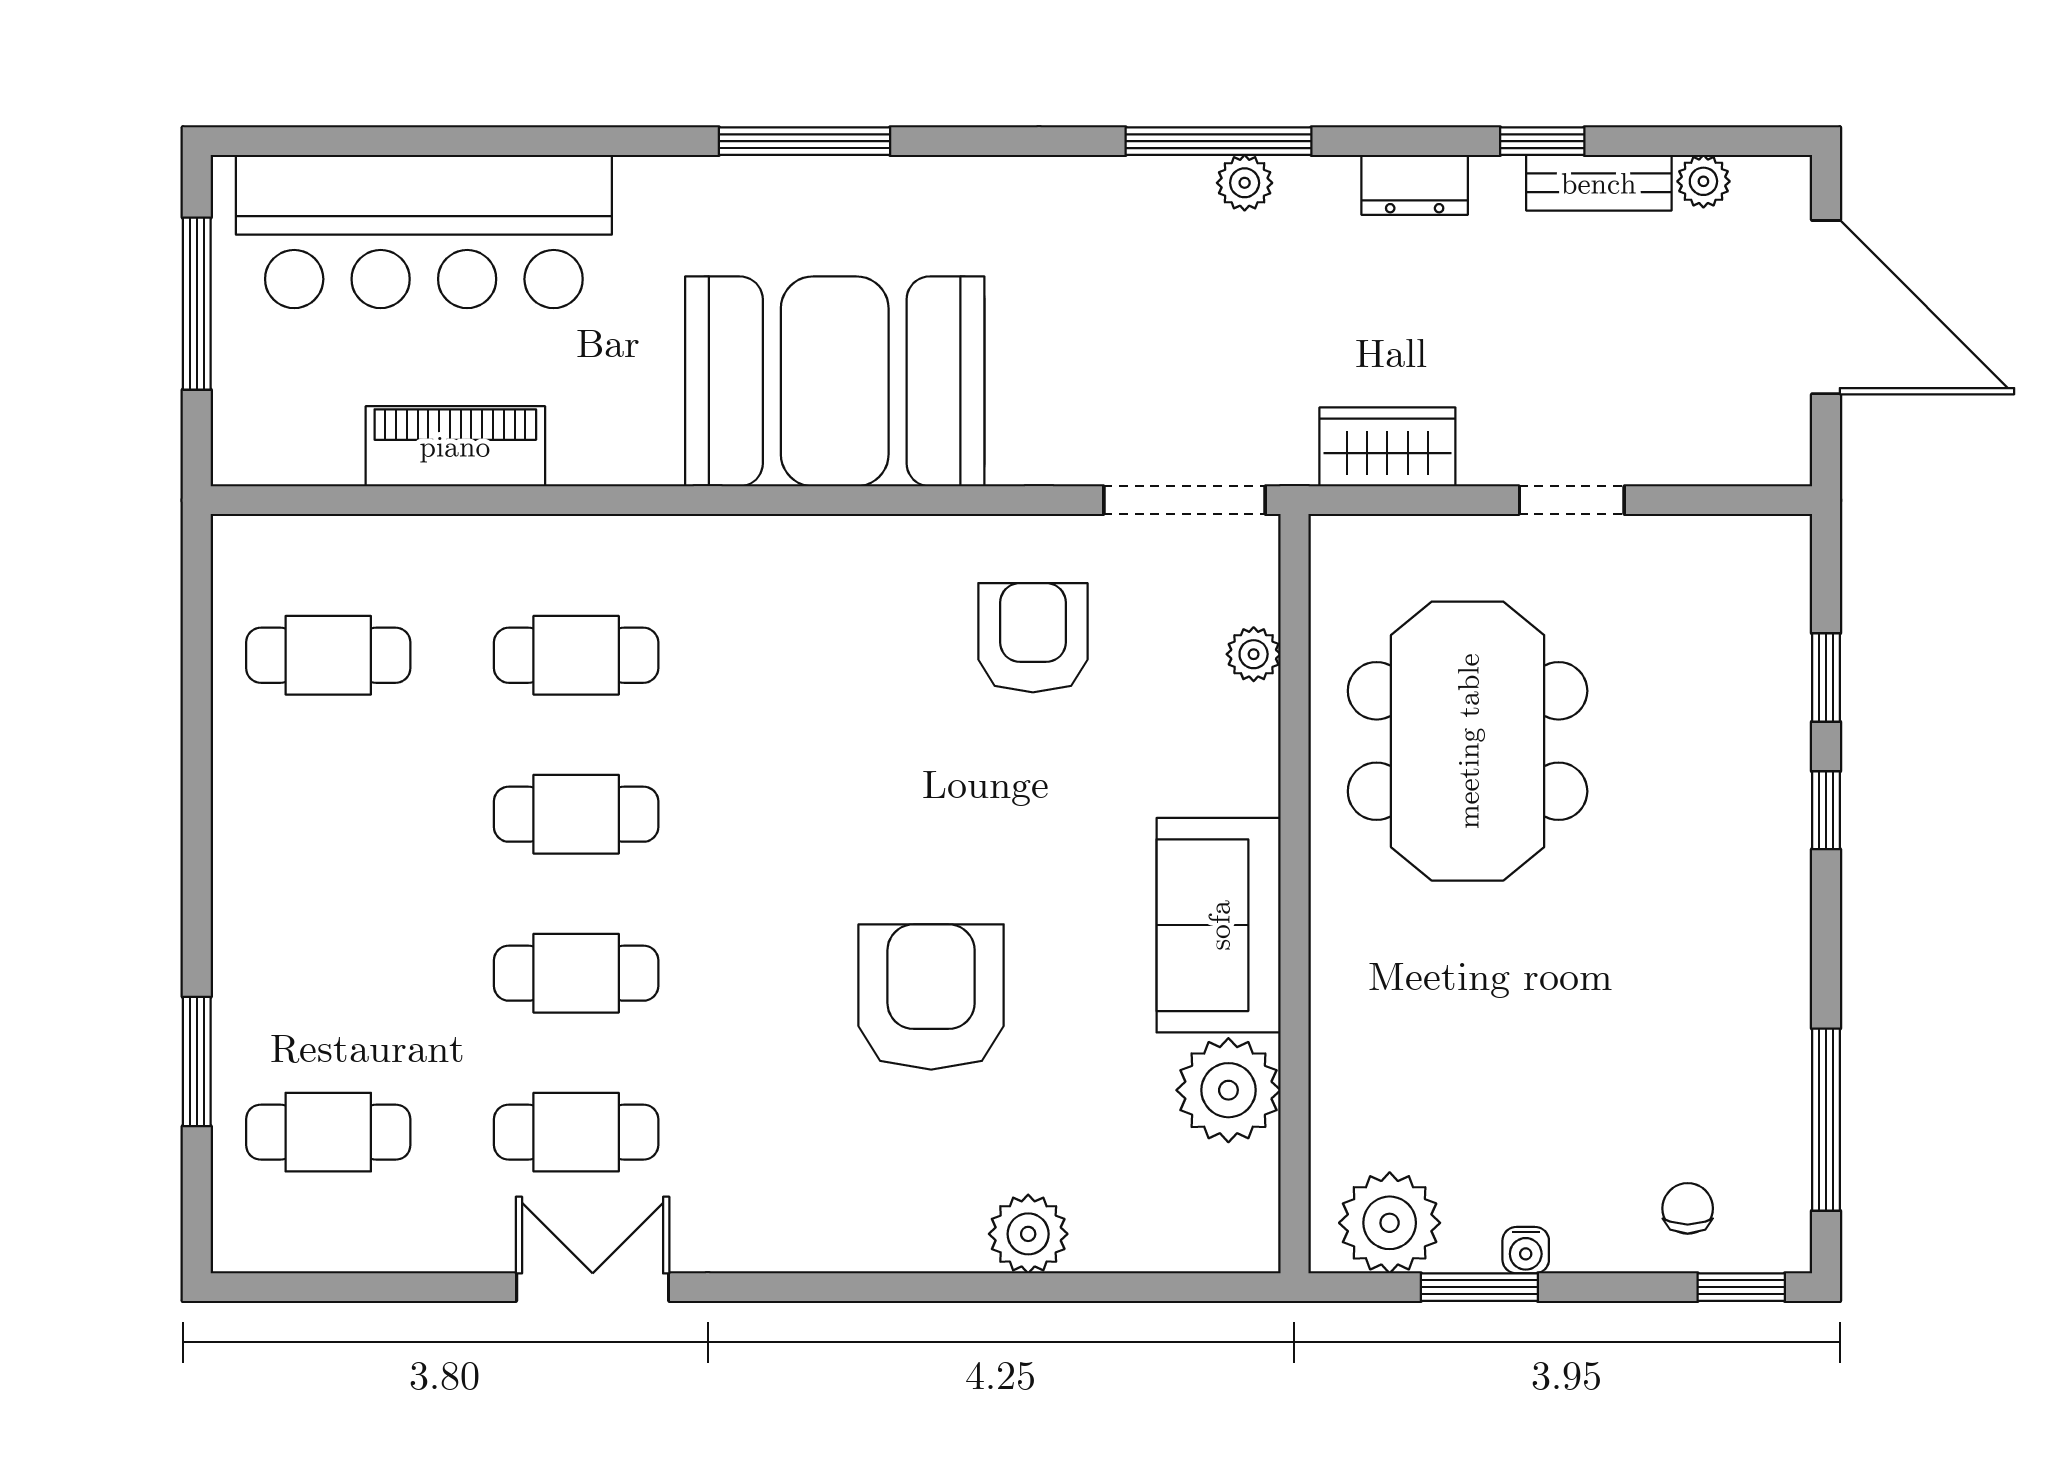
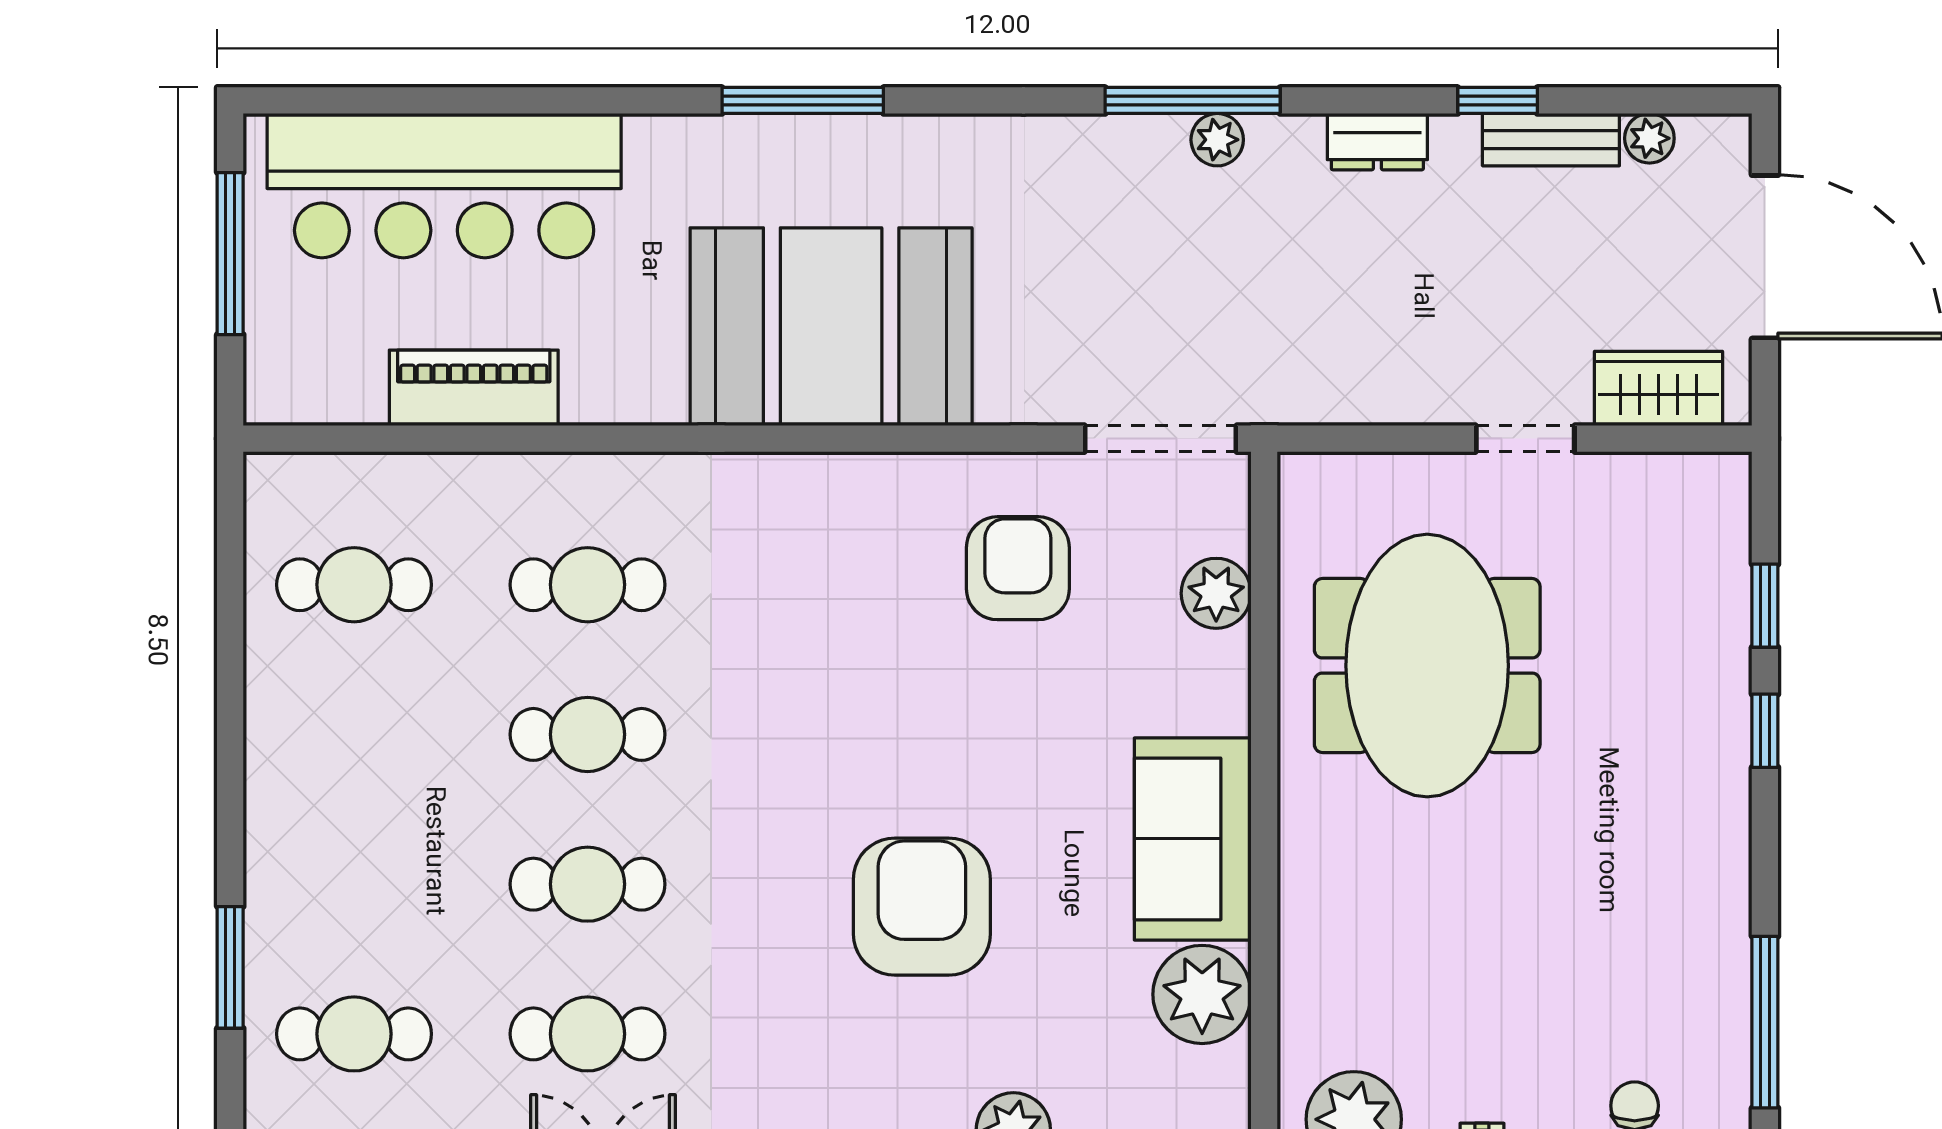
wardrobe: (1387, 447) -> (1659, 388), moved
plant: (1254, 654) -> (1216, 593), width x1.38, depth x1.38

